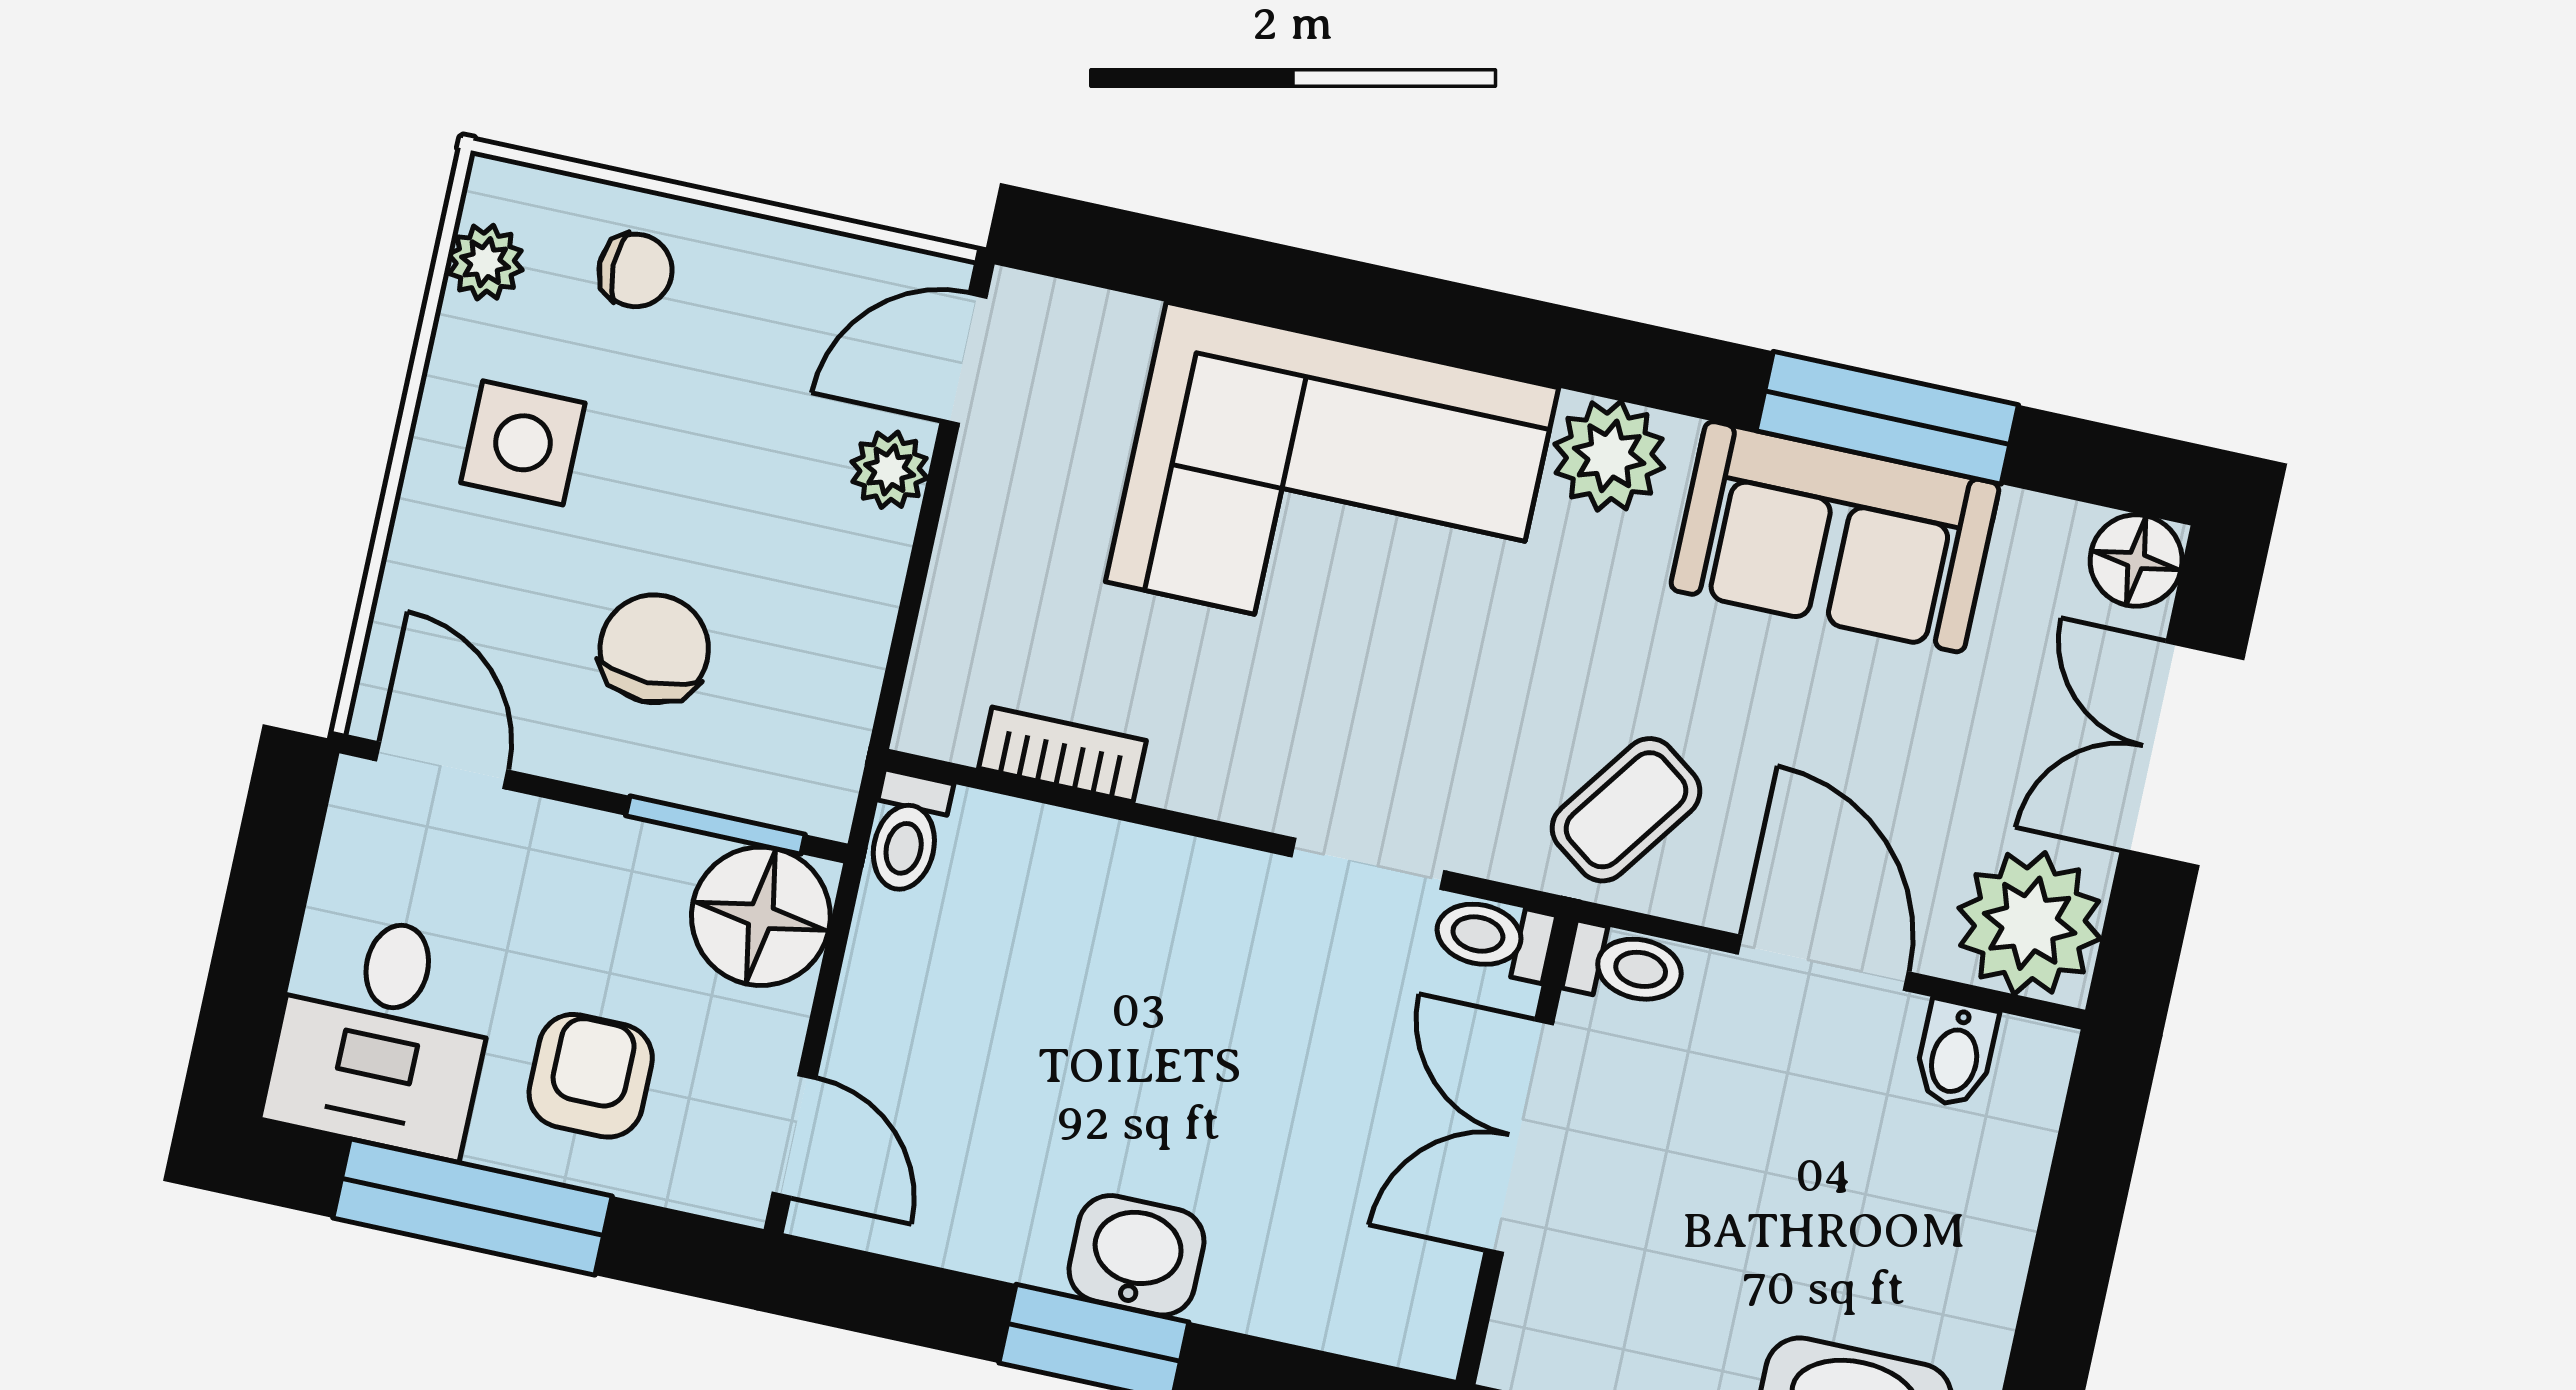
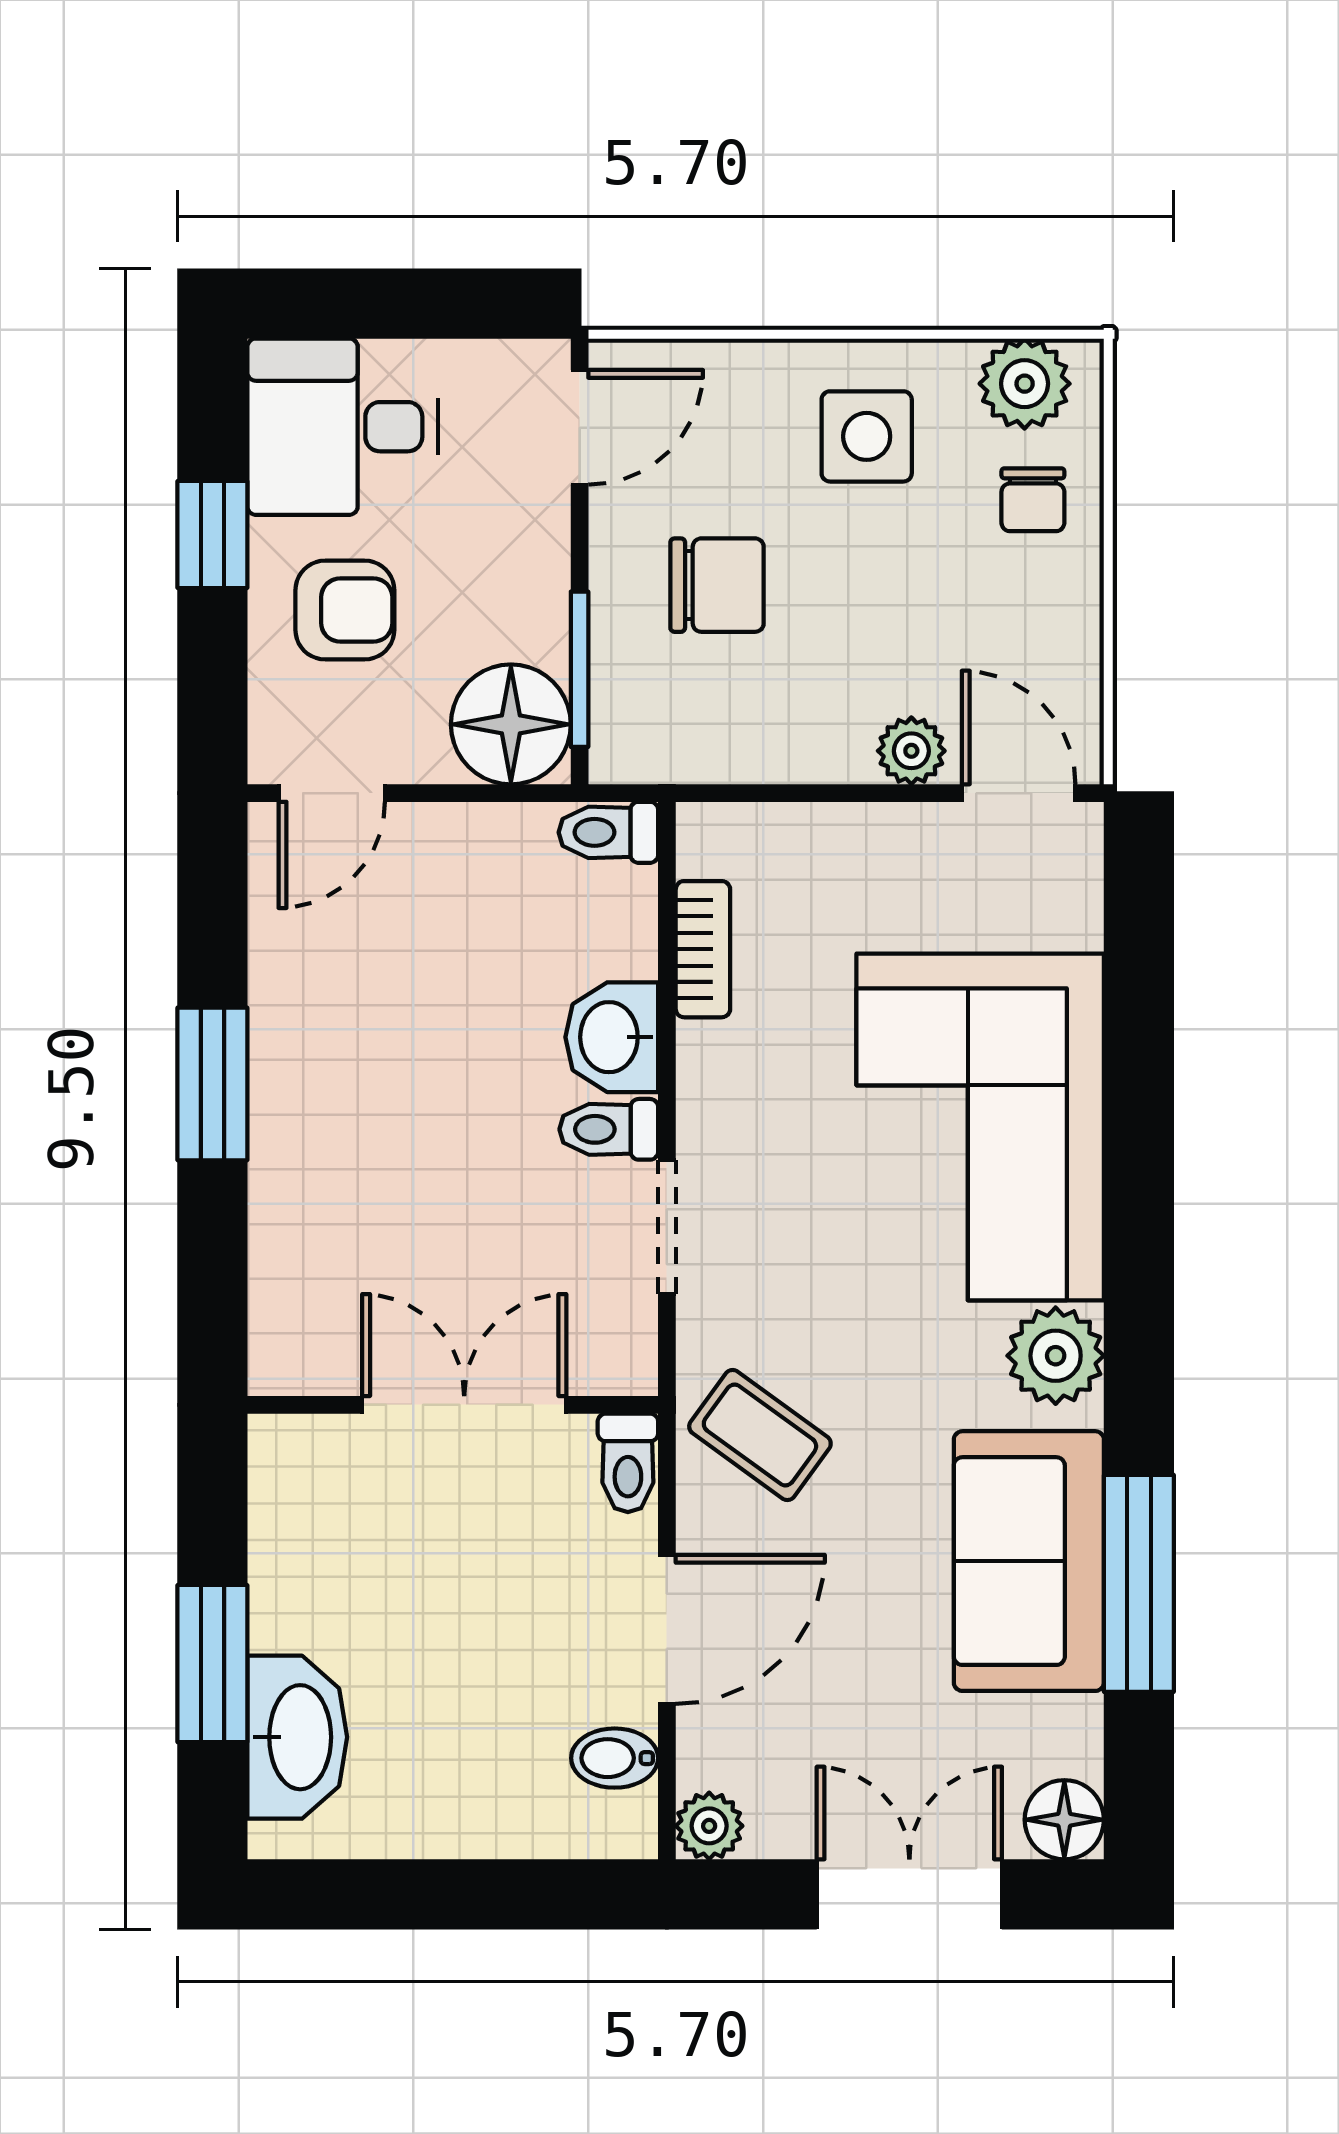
plant: (485, 262) -> (1025, 384), width x1.38, depth x1.38
plant: (2030, 923) -> (709, 1826), width x0.53, depth x0.53
toilet: (1494, 937) -> (609, 1129), moved, turned -90
window: (473, 1207) -> (212, 535), width x0.46
washbasin: (1136, 1255) -> (612, 1037), moved, turned 180

